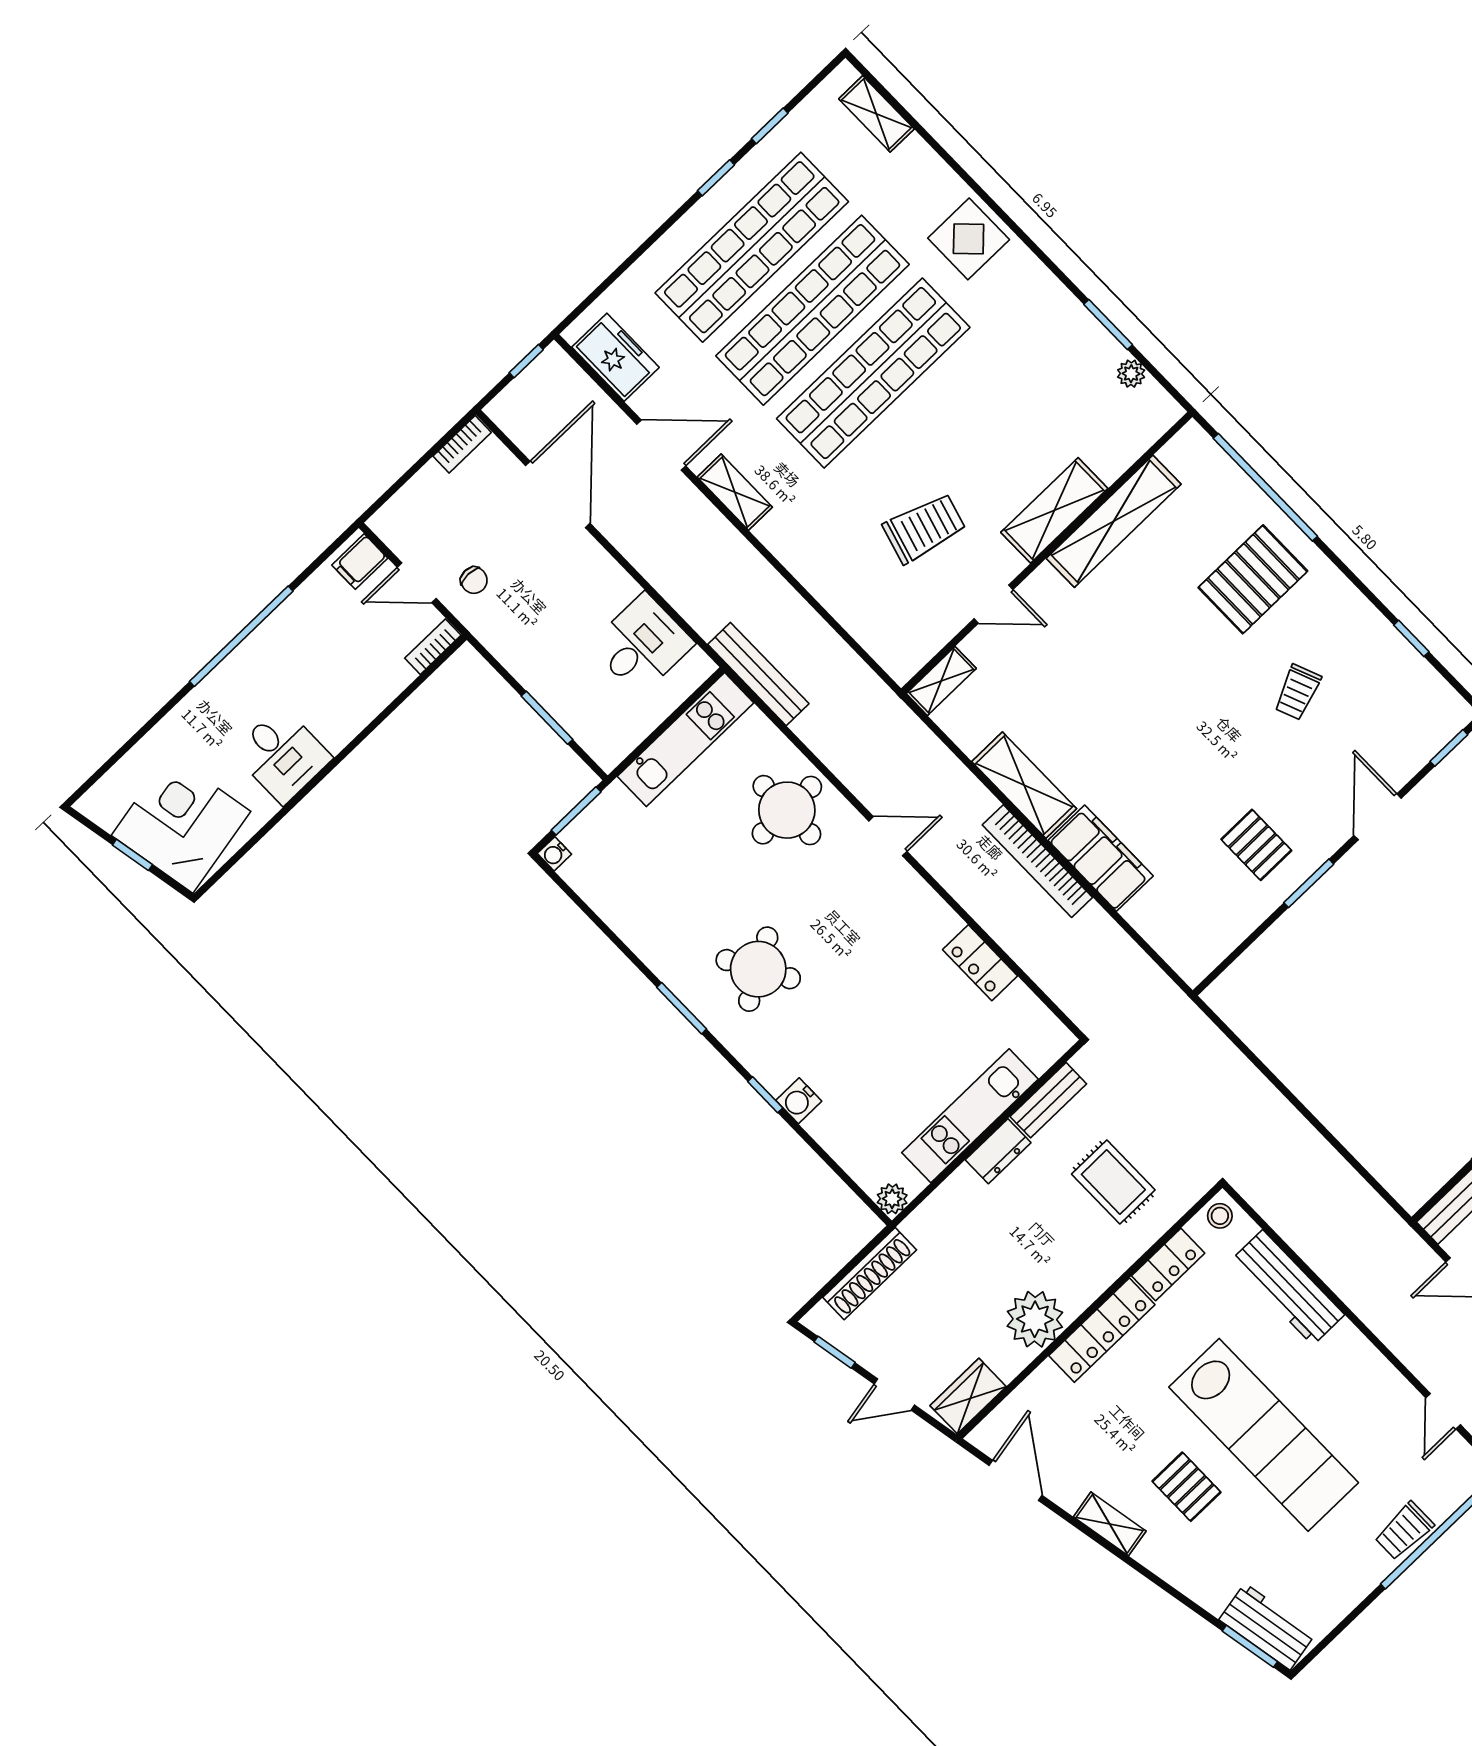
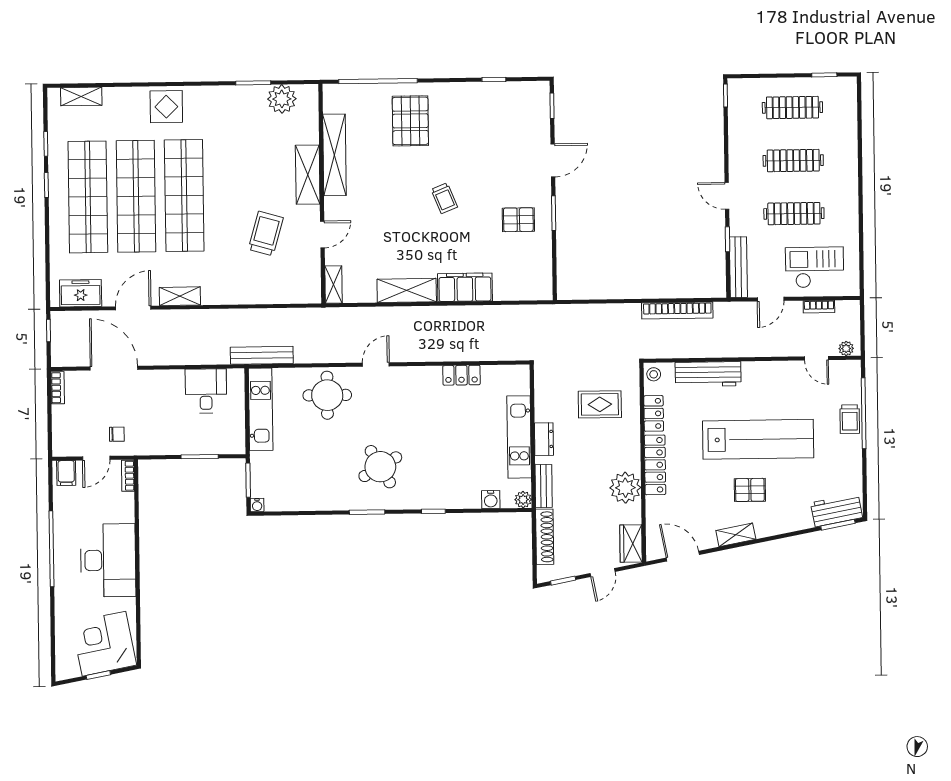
plant: (1131, 374) -> (282, 99), width x1.87, depth x1.87
trolley: (1298, 692) -> (444, 198), moved
desk: (282, 755) -> (108, 560), width x1.87, depth x1.30
door: (1378, 817) -> (553, 160), swing flipped
bookcase: (1037, 861) -> (677, 310), moved
bench: (1048, 1100) -> (544, 486), moved
water cooler: (799, 1101) -> (491, 499), moved

